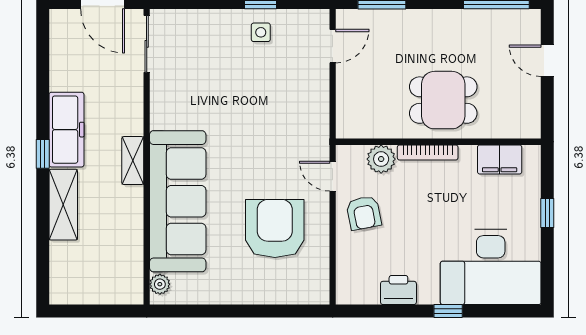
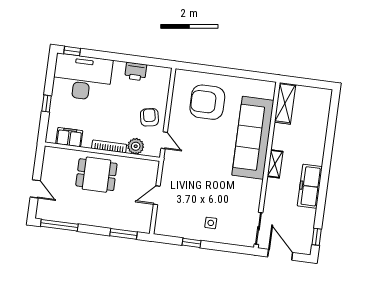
side table: (261, 32) -> (211, 223), moved
door: (333, 46) -> (157, 195), moved
window: (43, 154) -> (317, 237), moved
shelving: (63, 205) -> (285, 103), moved
armchair: (275, 228) -> (207, 102), moved, turned 90
plant: (160, 284) -> (269, 93), removed
window: (448, 311) -> (72, 51), moved

